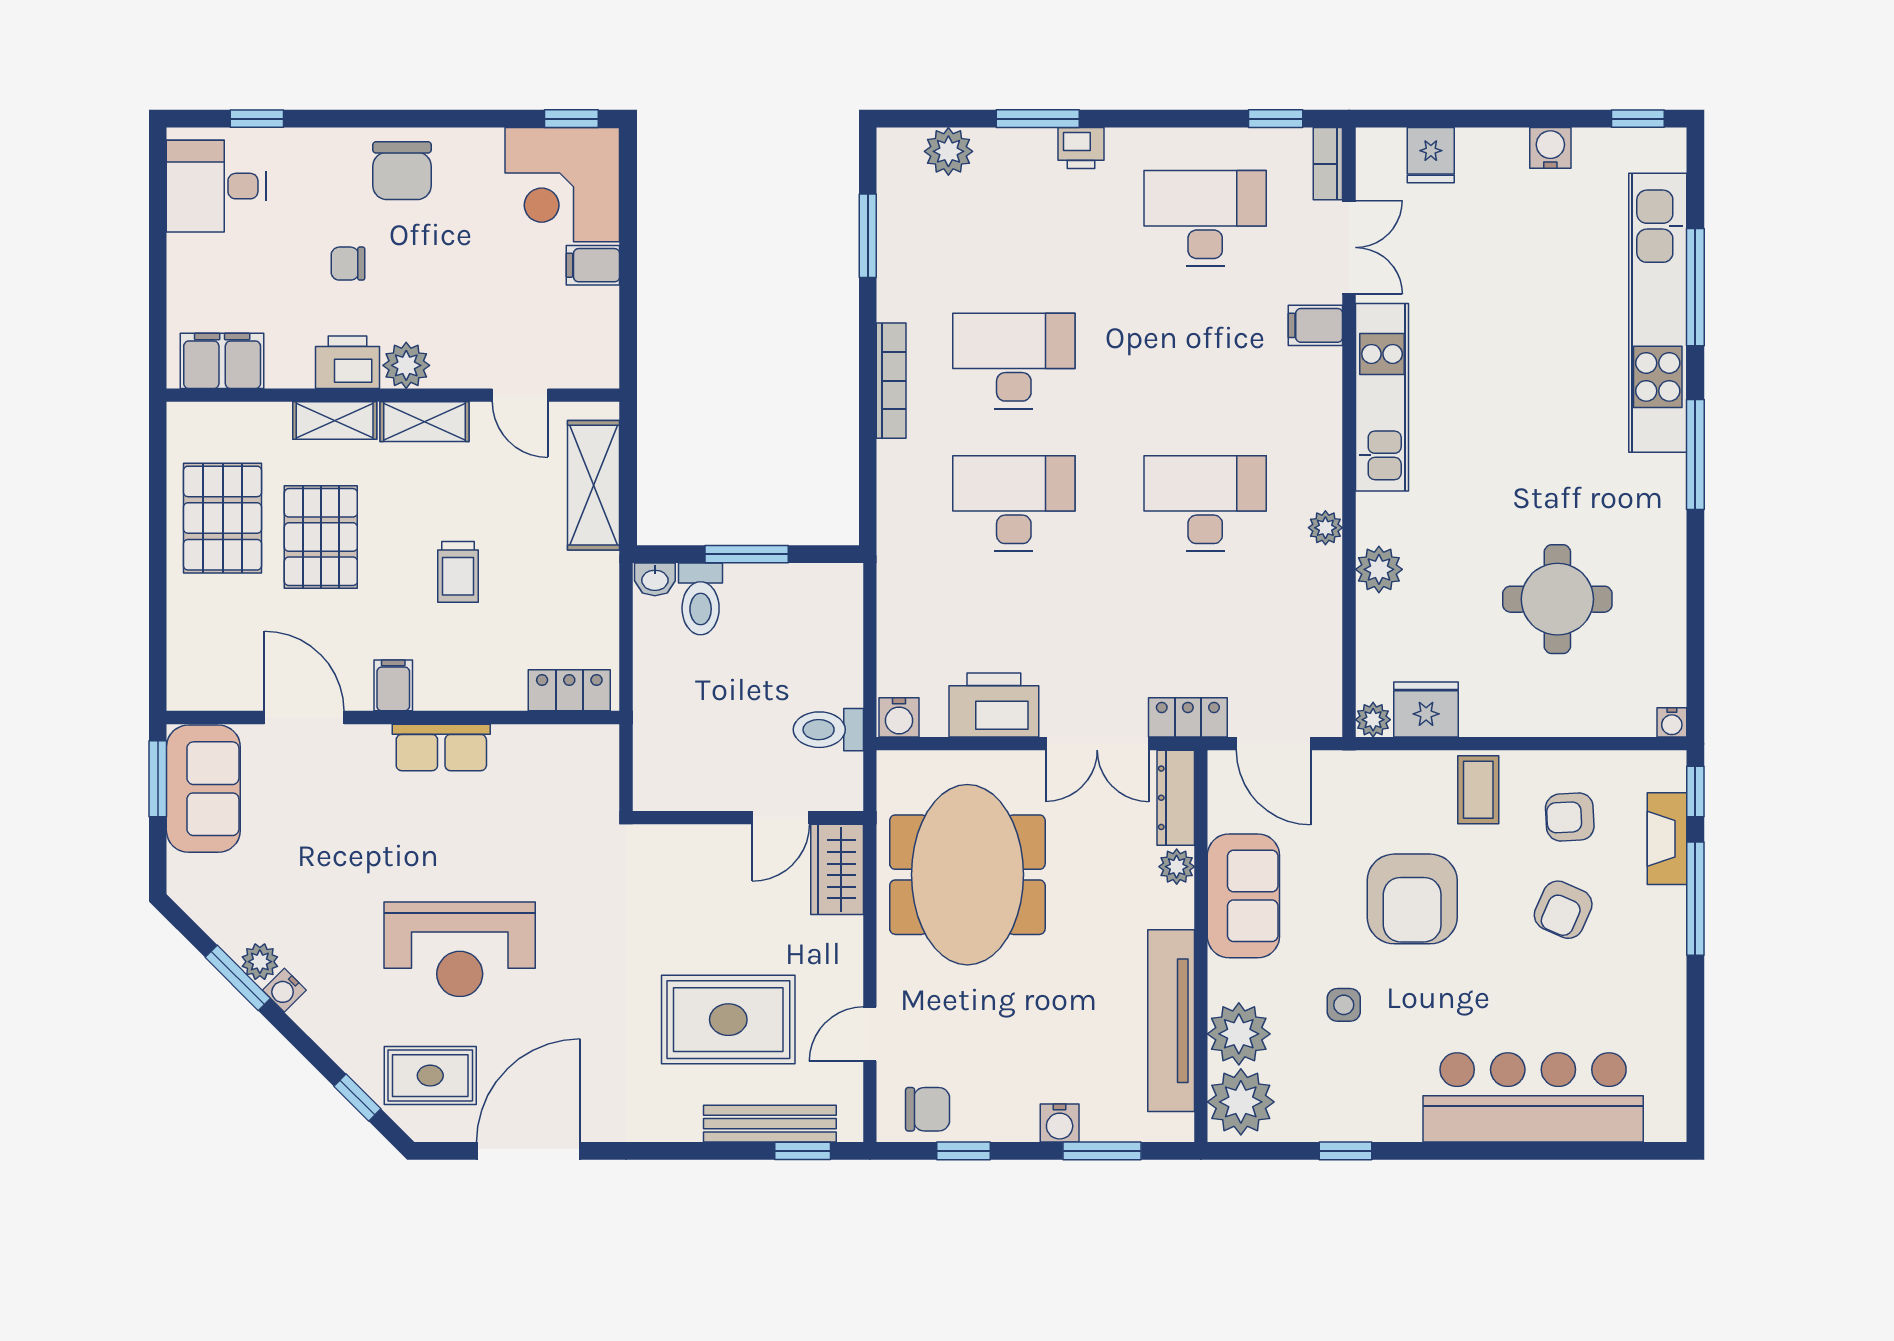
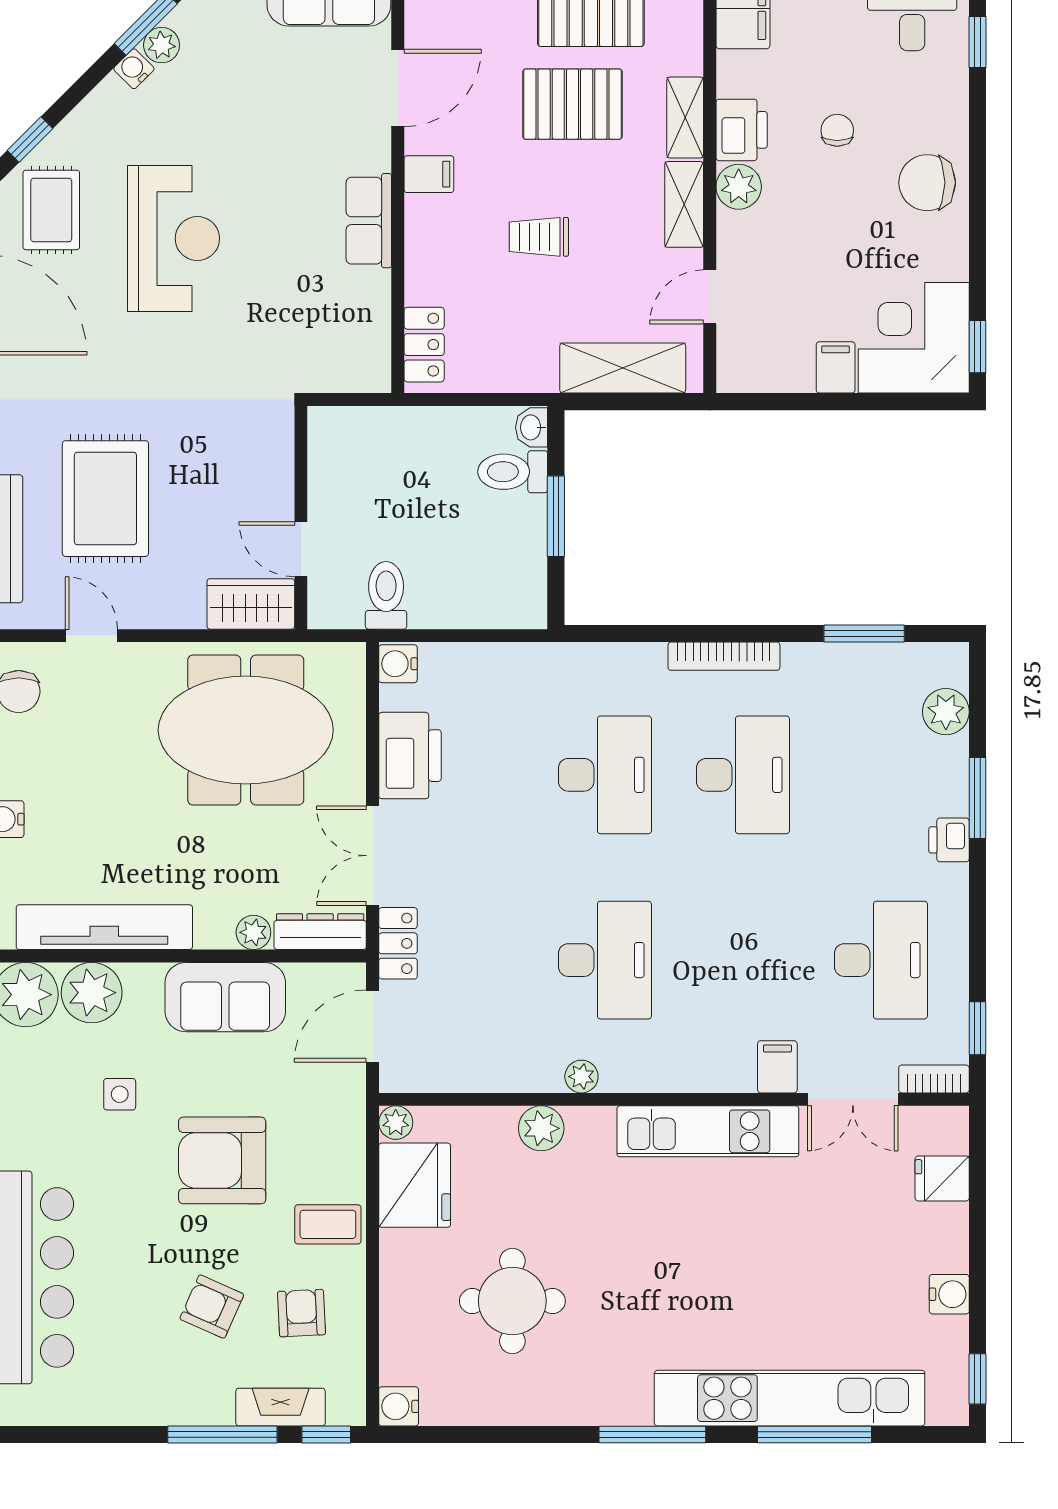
fridge: (1426, 709) -> (415, 1185), width x1.36, depth x1.34
water cooler: (1672, 722) -> (399, 1406), width x1.38, depth x1.38
reception desk: (460, 949) -> (173, 239), turned 180

